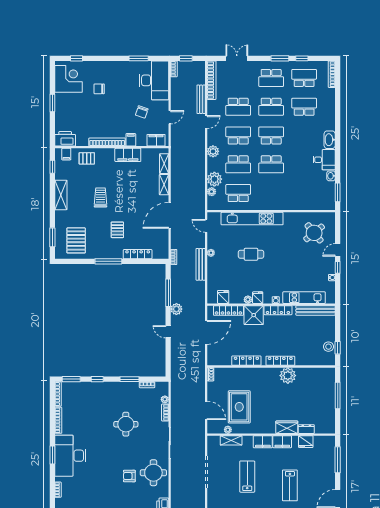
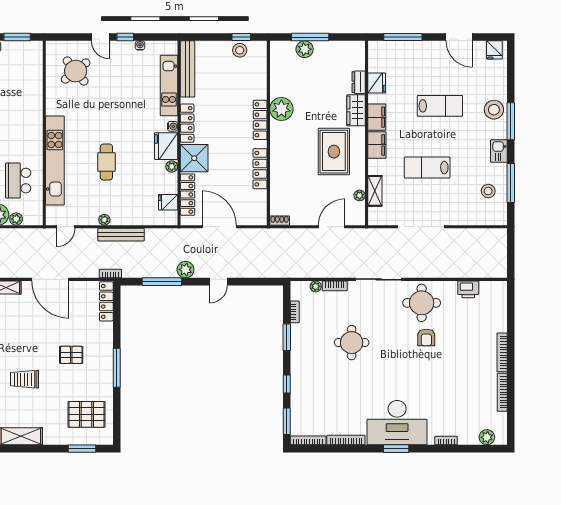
locker: (138, 254) -> (106, 301), moved
fridge: (258, 298) -> (166, 146), width x1.88, depth x1.34
plant: (329, 392) -> (305, 49), added
rug: (239, 407) -> (334, 152), moved, turned 90

